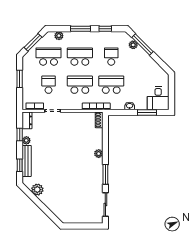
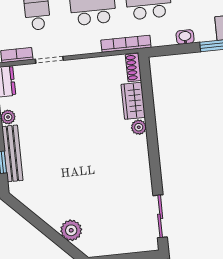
wardrobe: (97, 139) -> (133, 101), added
window: (105, 174) -> (155, 163), removed
plant: (37, 190) -> (71, 230), moved

